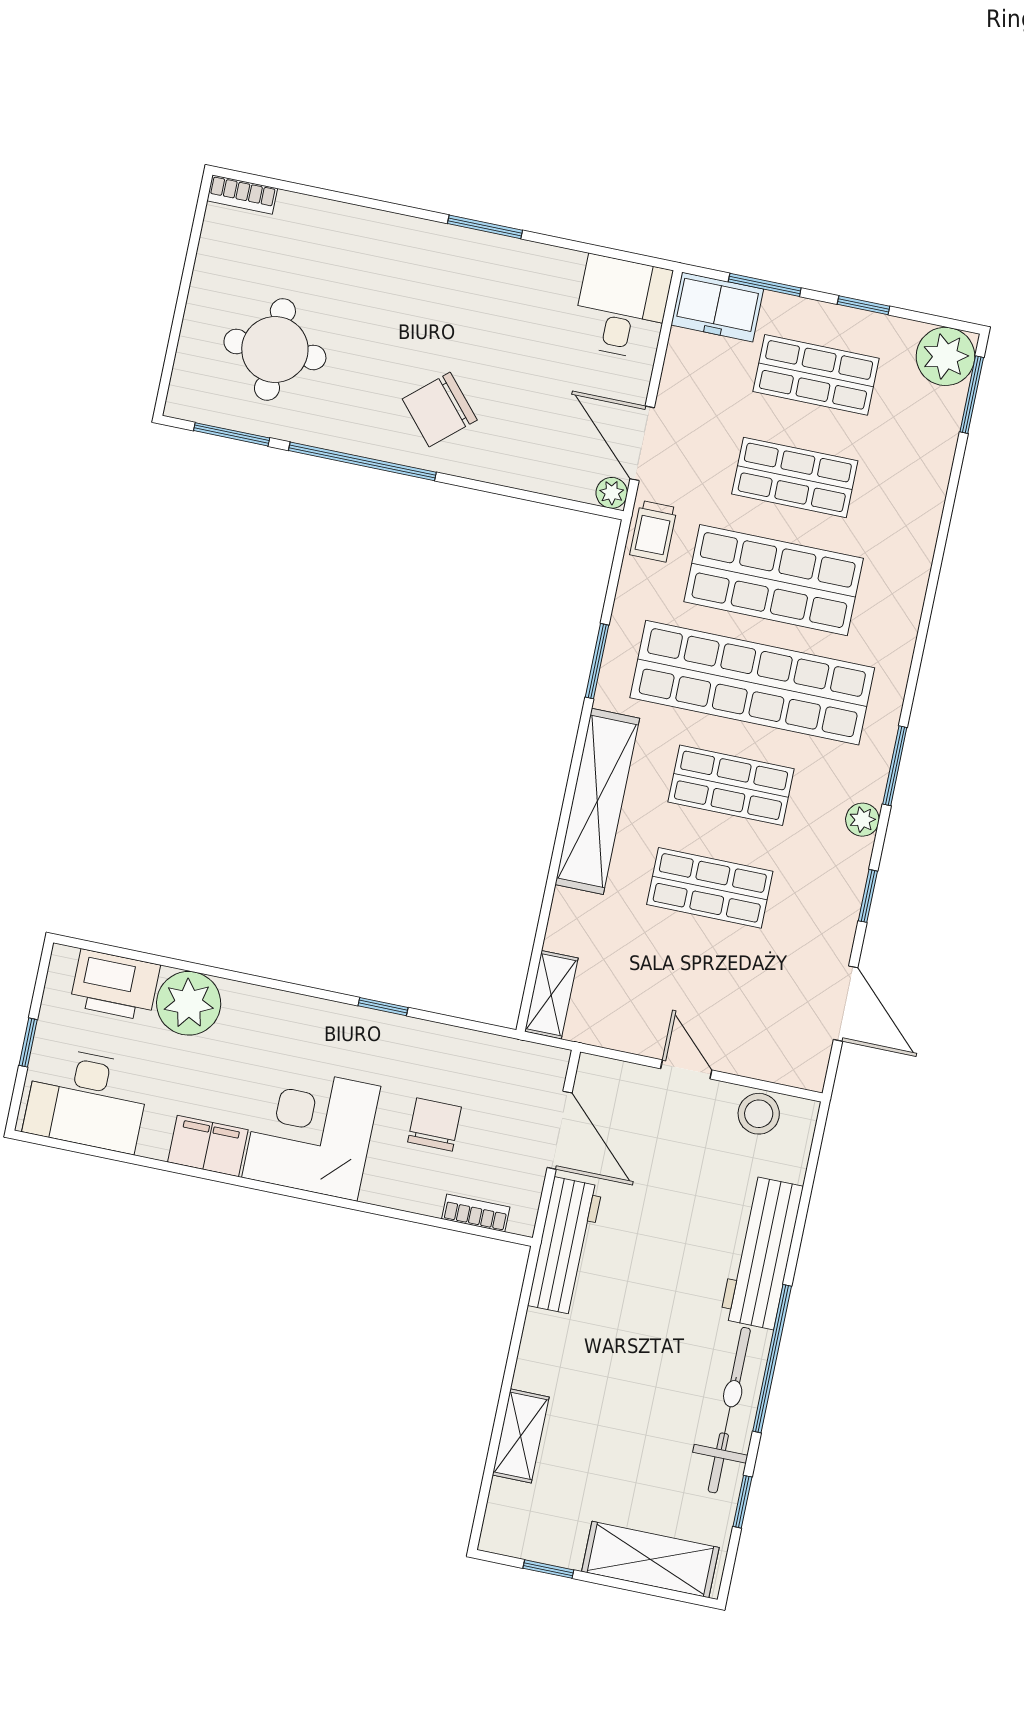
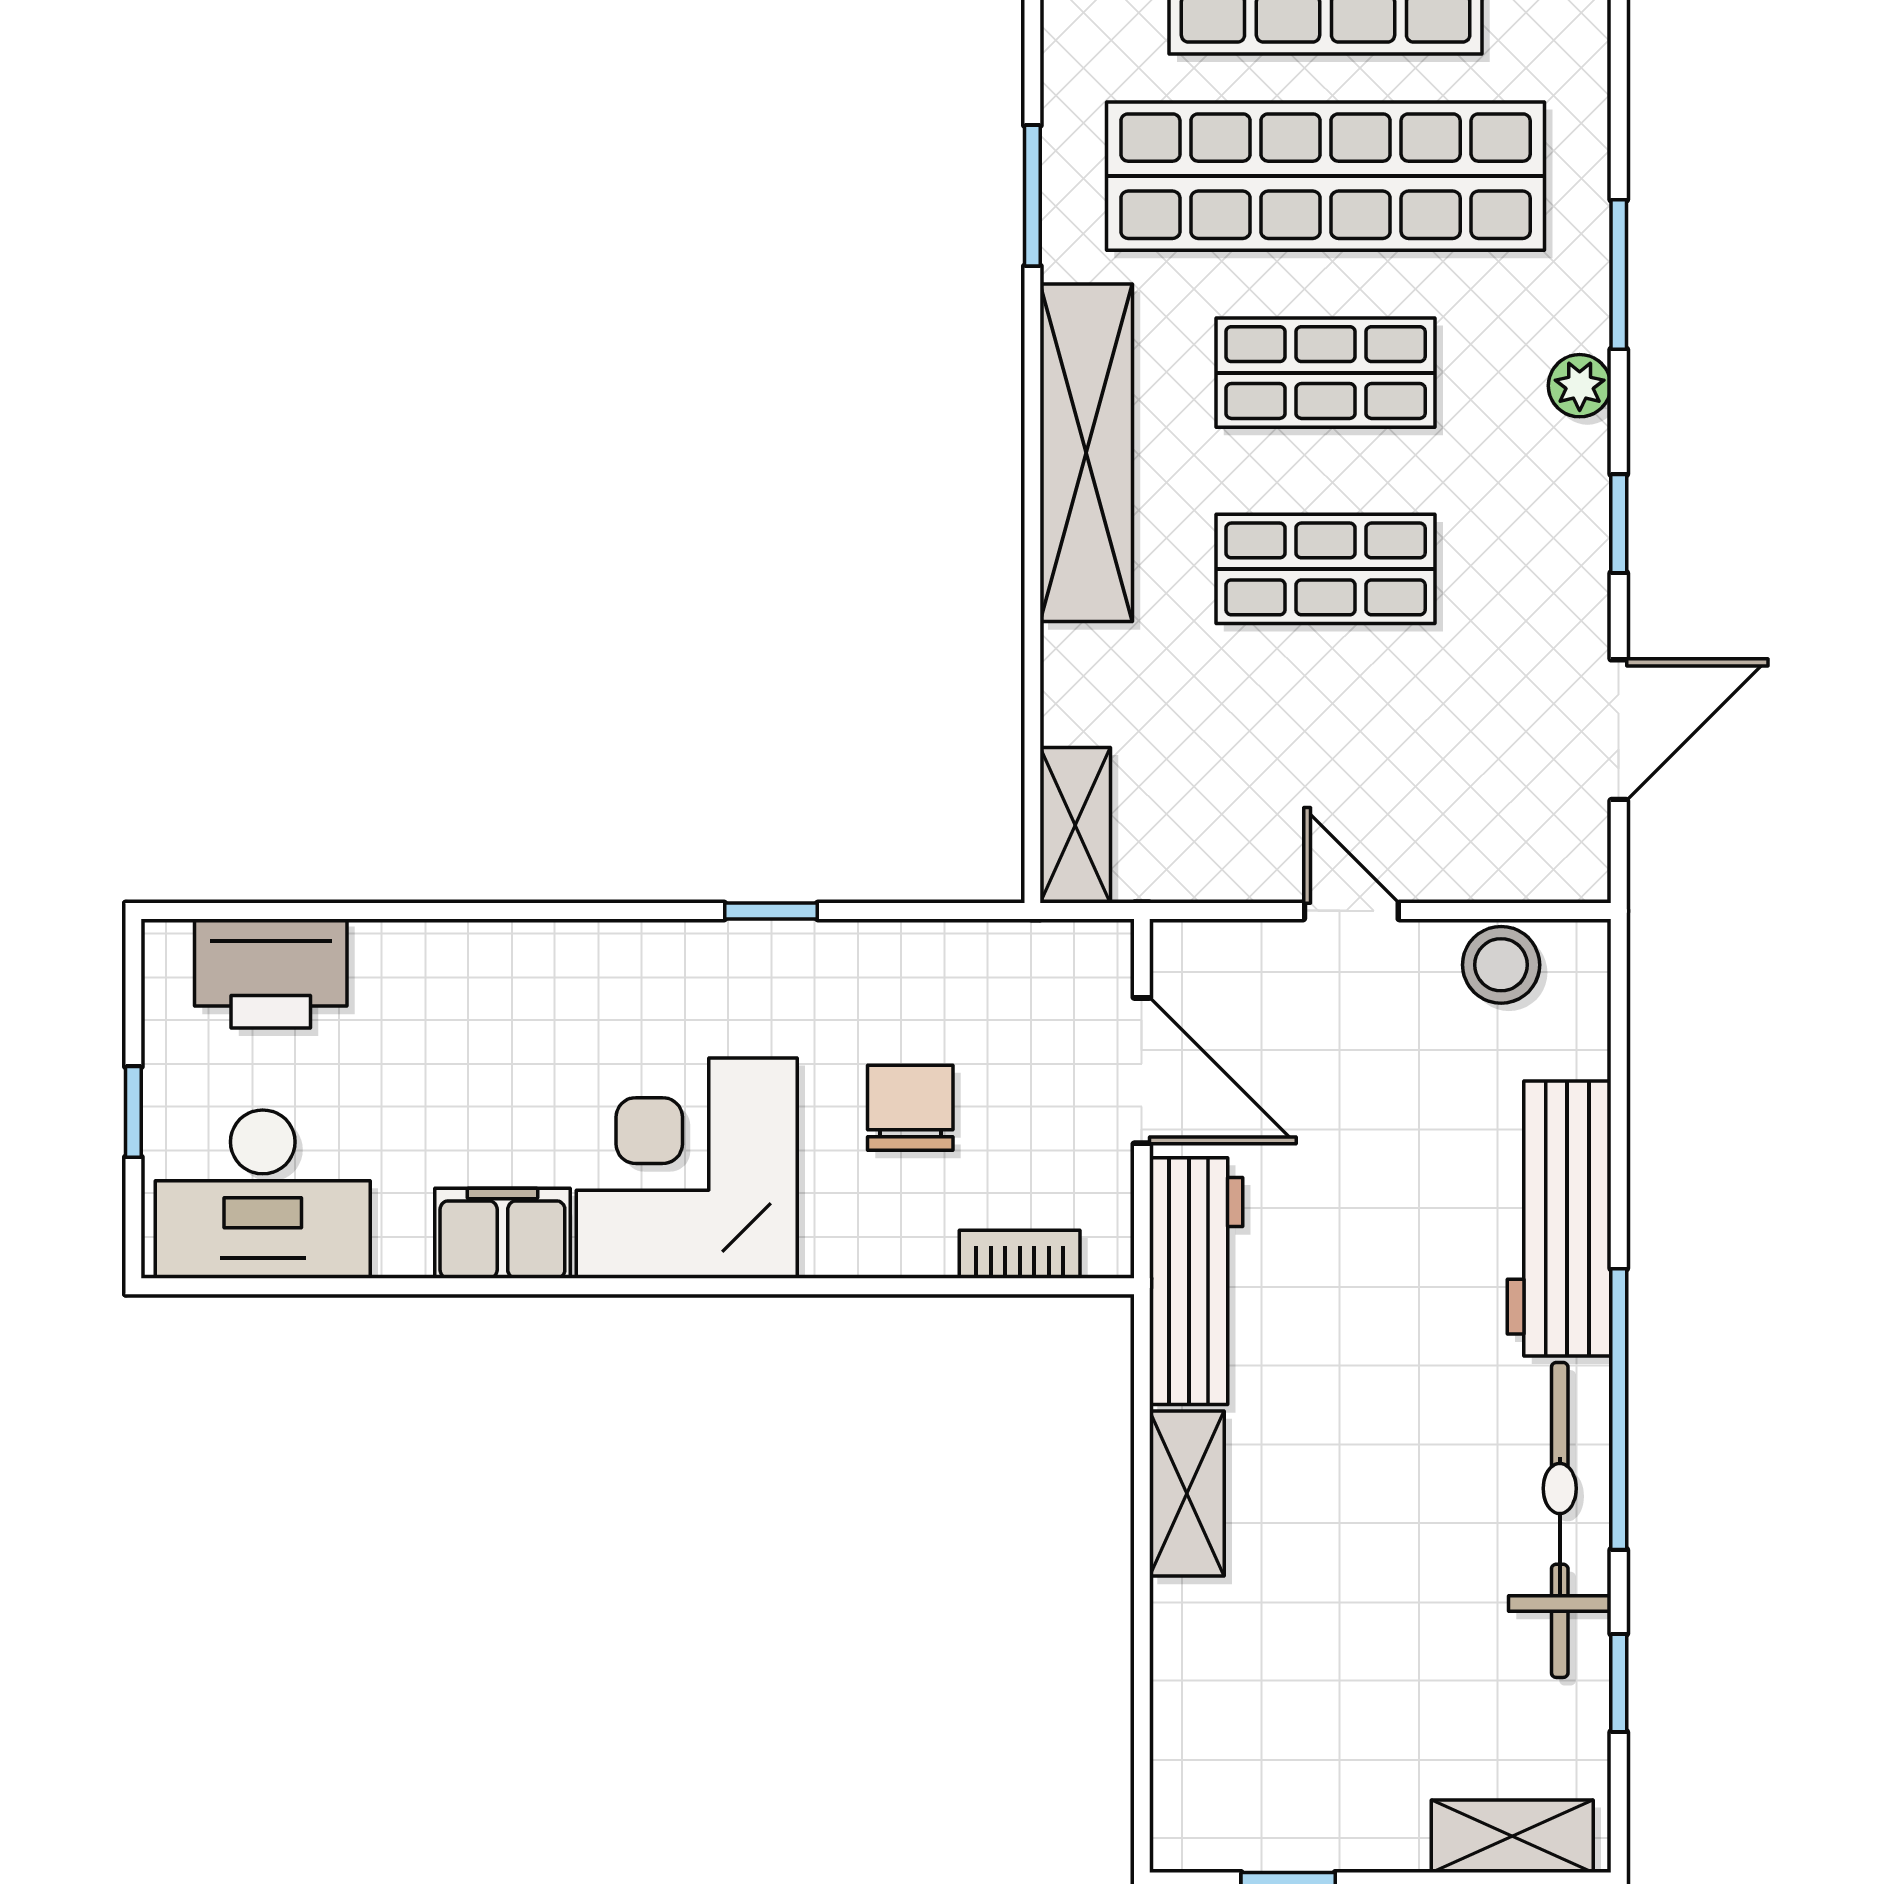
plant: (189, 1003) -> (413, 979), removed
door: (846, 1004) -> (1619, 730), hinge flipped
shelving: (521, 1436) -> (1187, 1494), moved
shelving: (650, 1559) -> (1512, 1836), width x0.67, depth x0.75

